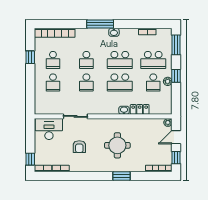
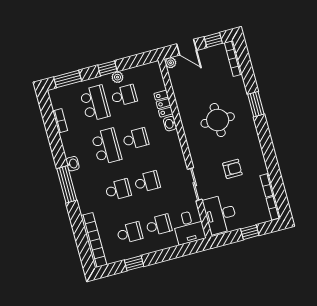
school desk: (120, 82) -> (136, 139), width x0.54
desk: (46, 104) -> (189, 227), added
window: (30, 159) -> (250, 232), moved

